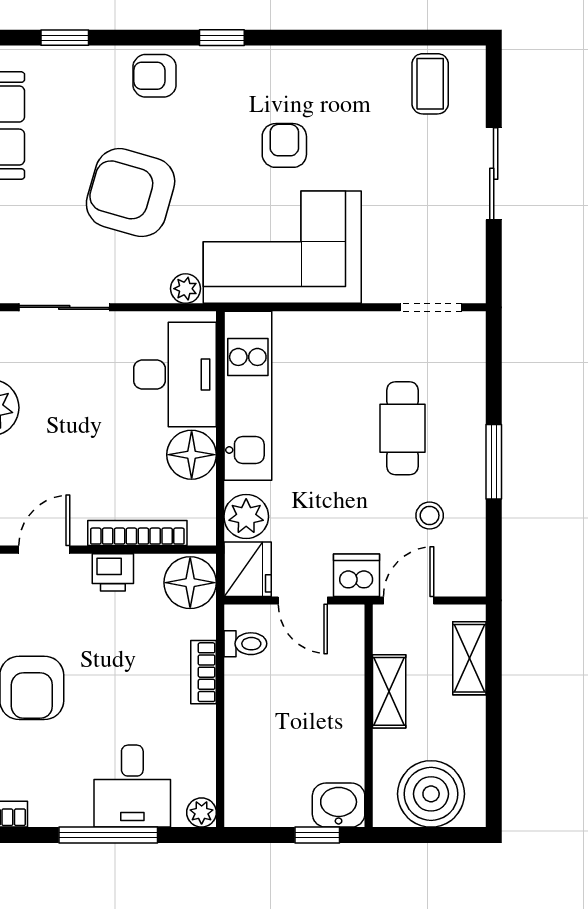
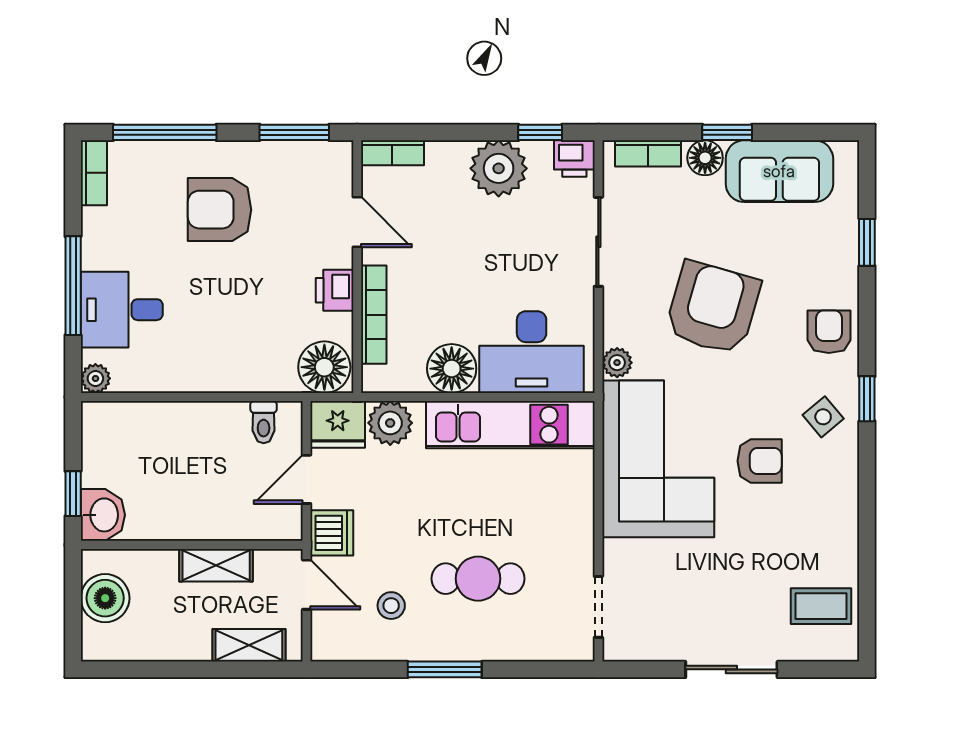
side table: (240, 82) -> (823, 417), added
bookcase: (204, 672) -> (235, 381), removed
boiler: (431, 794) -> (105, 598), width x0.73, depth x0.73

